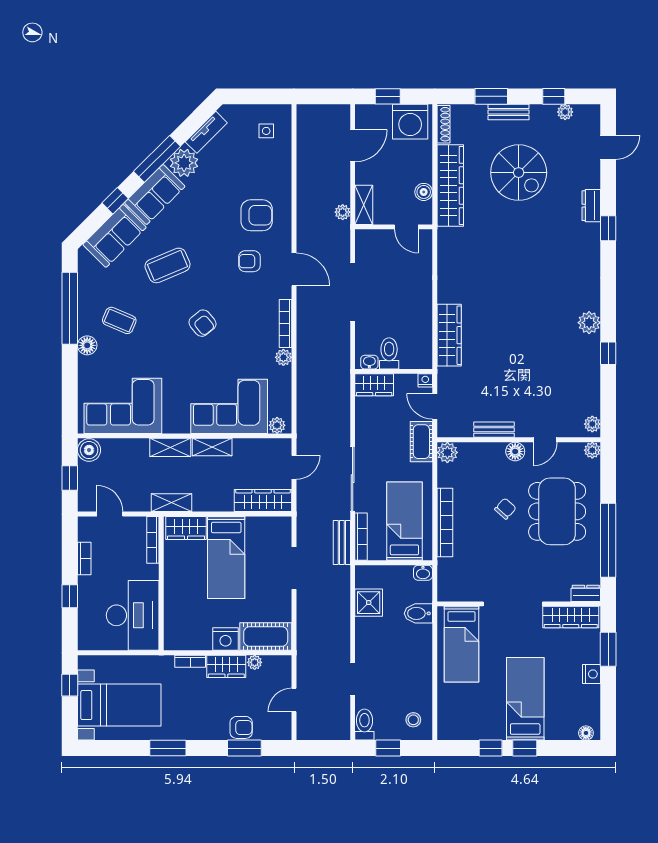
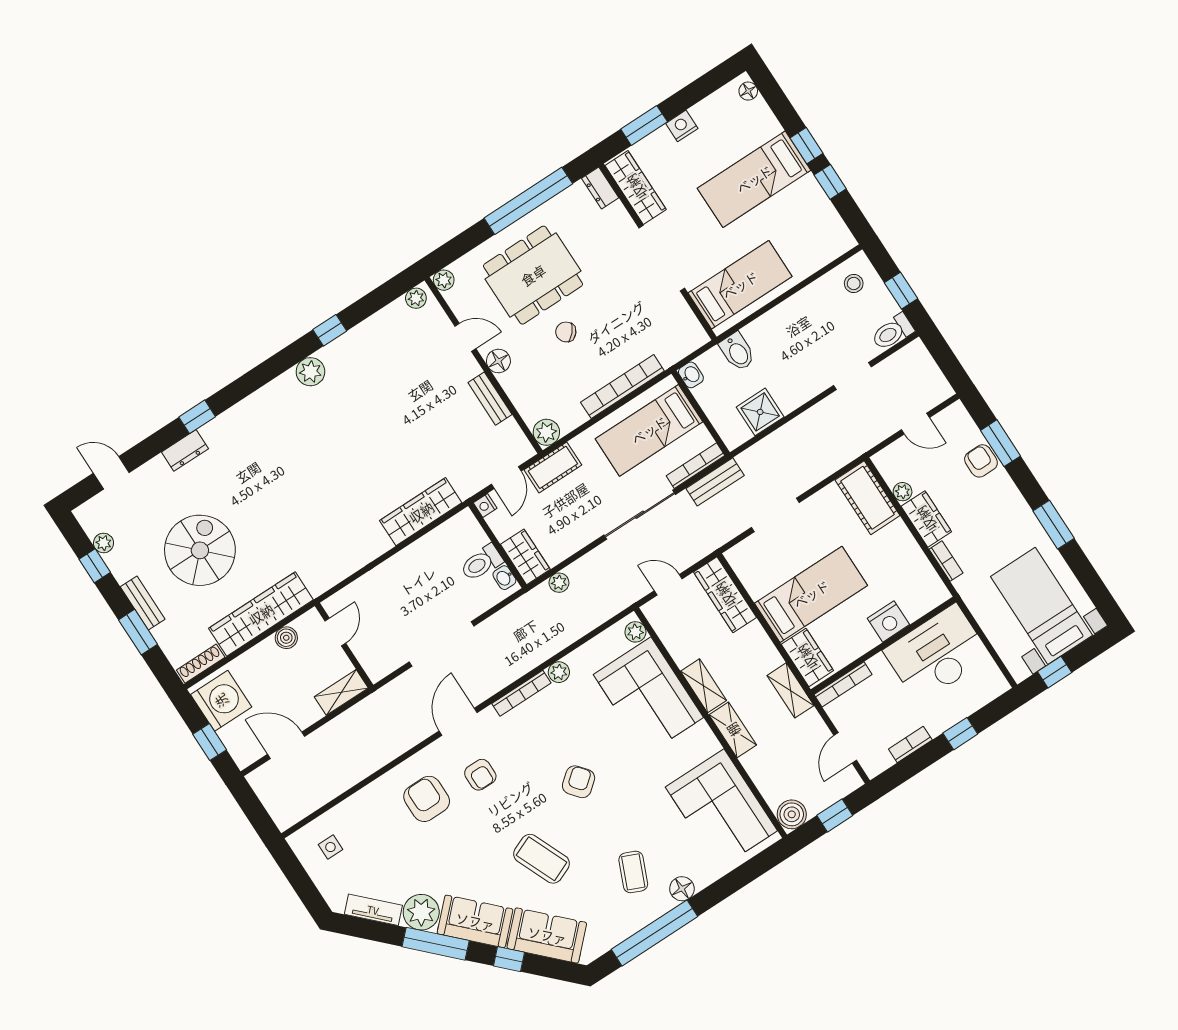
plant: (343, 212) -> (559, 583), moved
nightstand: (225, 639) -> (888, 621), moved, turned 90

